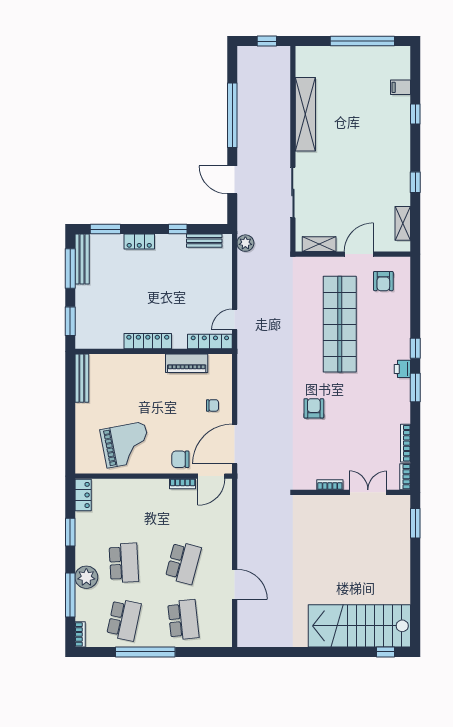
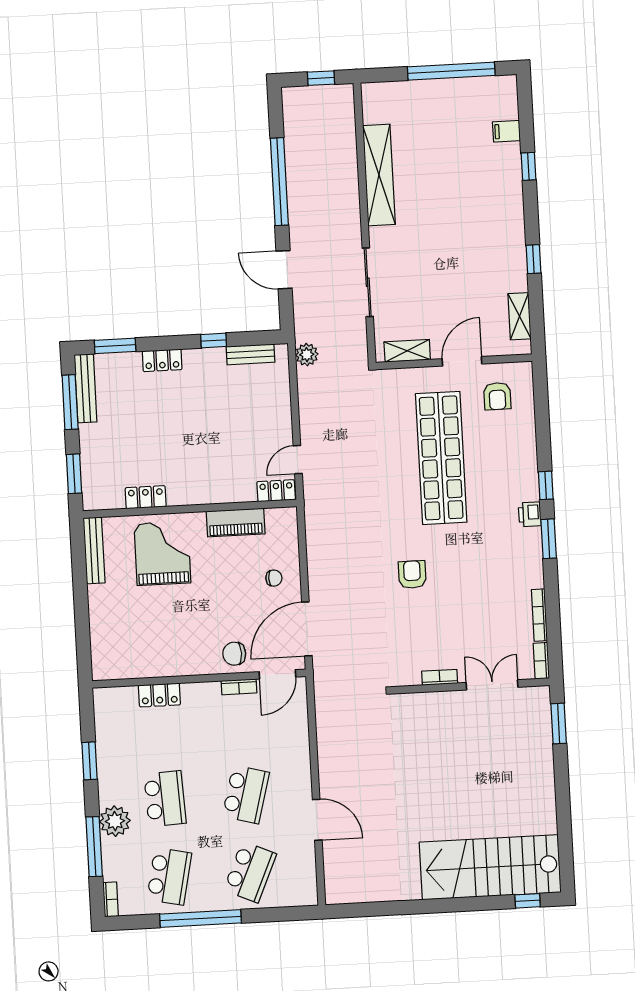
locker: (148, 341) -> (146, 497), moved, width x0.66
locker: (210, 342) -> (276, 491), width x0.66
grand piano: (126, 445) -> (162, 553), moved, turned -79
locker: (83, 495) -> (159, 695), moved, turned 90
school desk: (183, 620) -> (250, 872), turned 30

